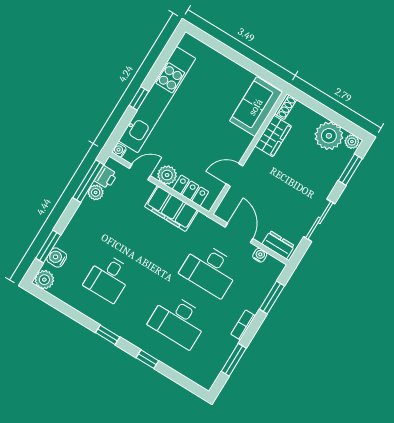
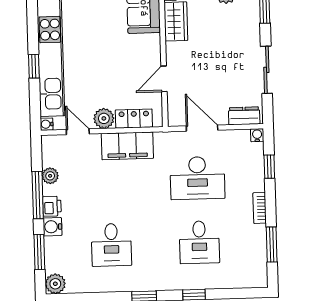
door: (140, 172) -> (78, 132), hinge flipped
printer: (106, 177) -> (52, 206), moved
window: (88, 181) -> (38, 195), moved
water cooler: (260, 255) -> (257, 135), moved
water cooler: (57, 258) -> (53, 227), moved
window: (272, 298) -> (269, 167), width x0.67
desk: (178, 321) -> (199, 242), width x0.73

